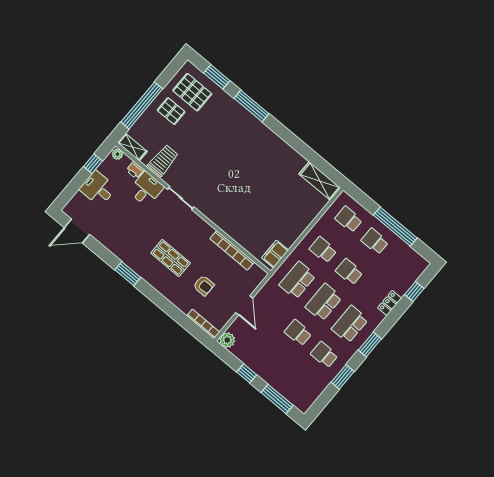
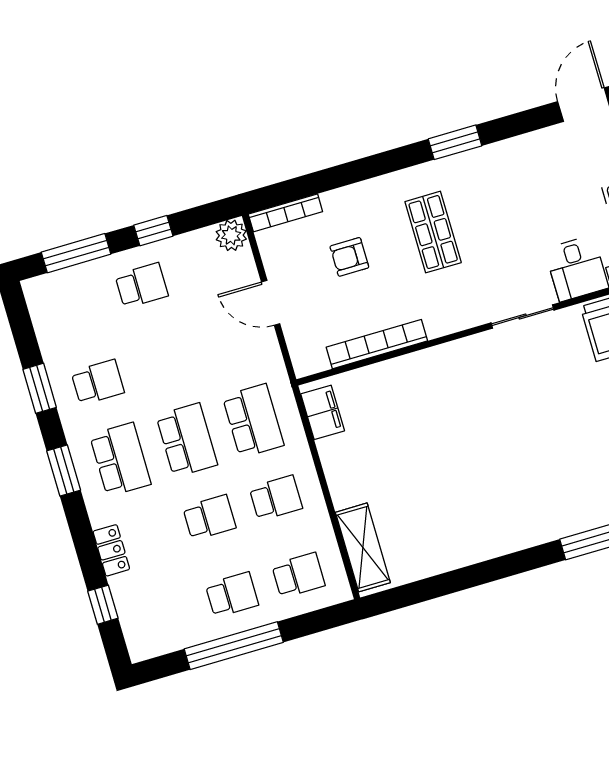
shelving: (320, 181) -> (363, 547), moved, turned 90
shop shelf: (171, 258) -> (433, 232), turned 90
school desk: (298, 333) -> (142, 285), moved

